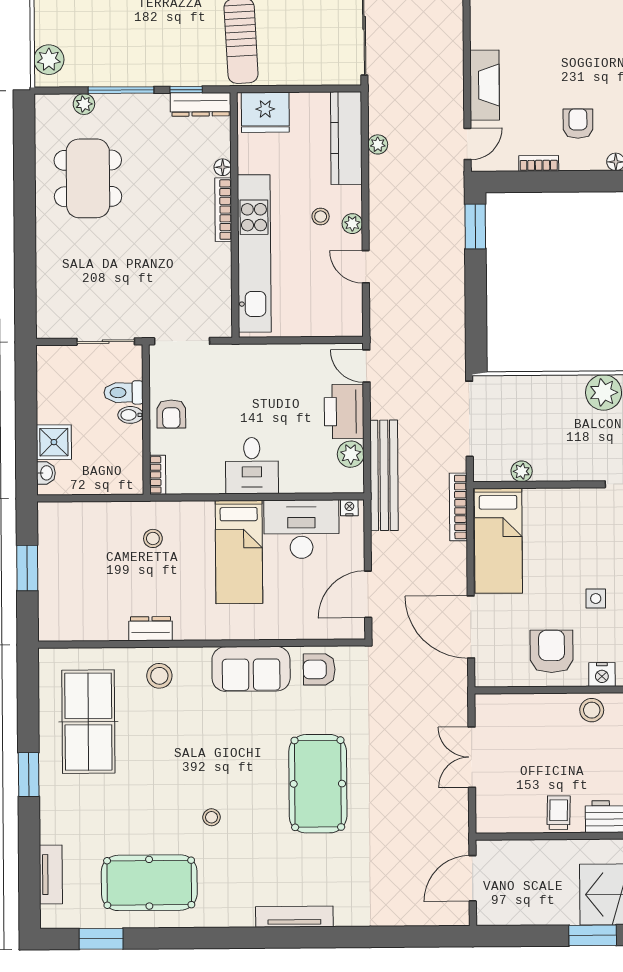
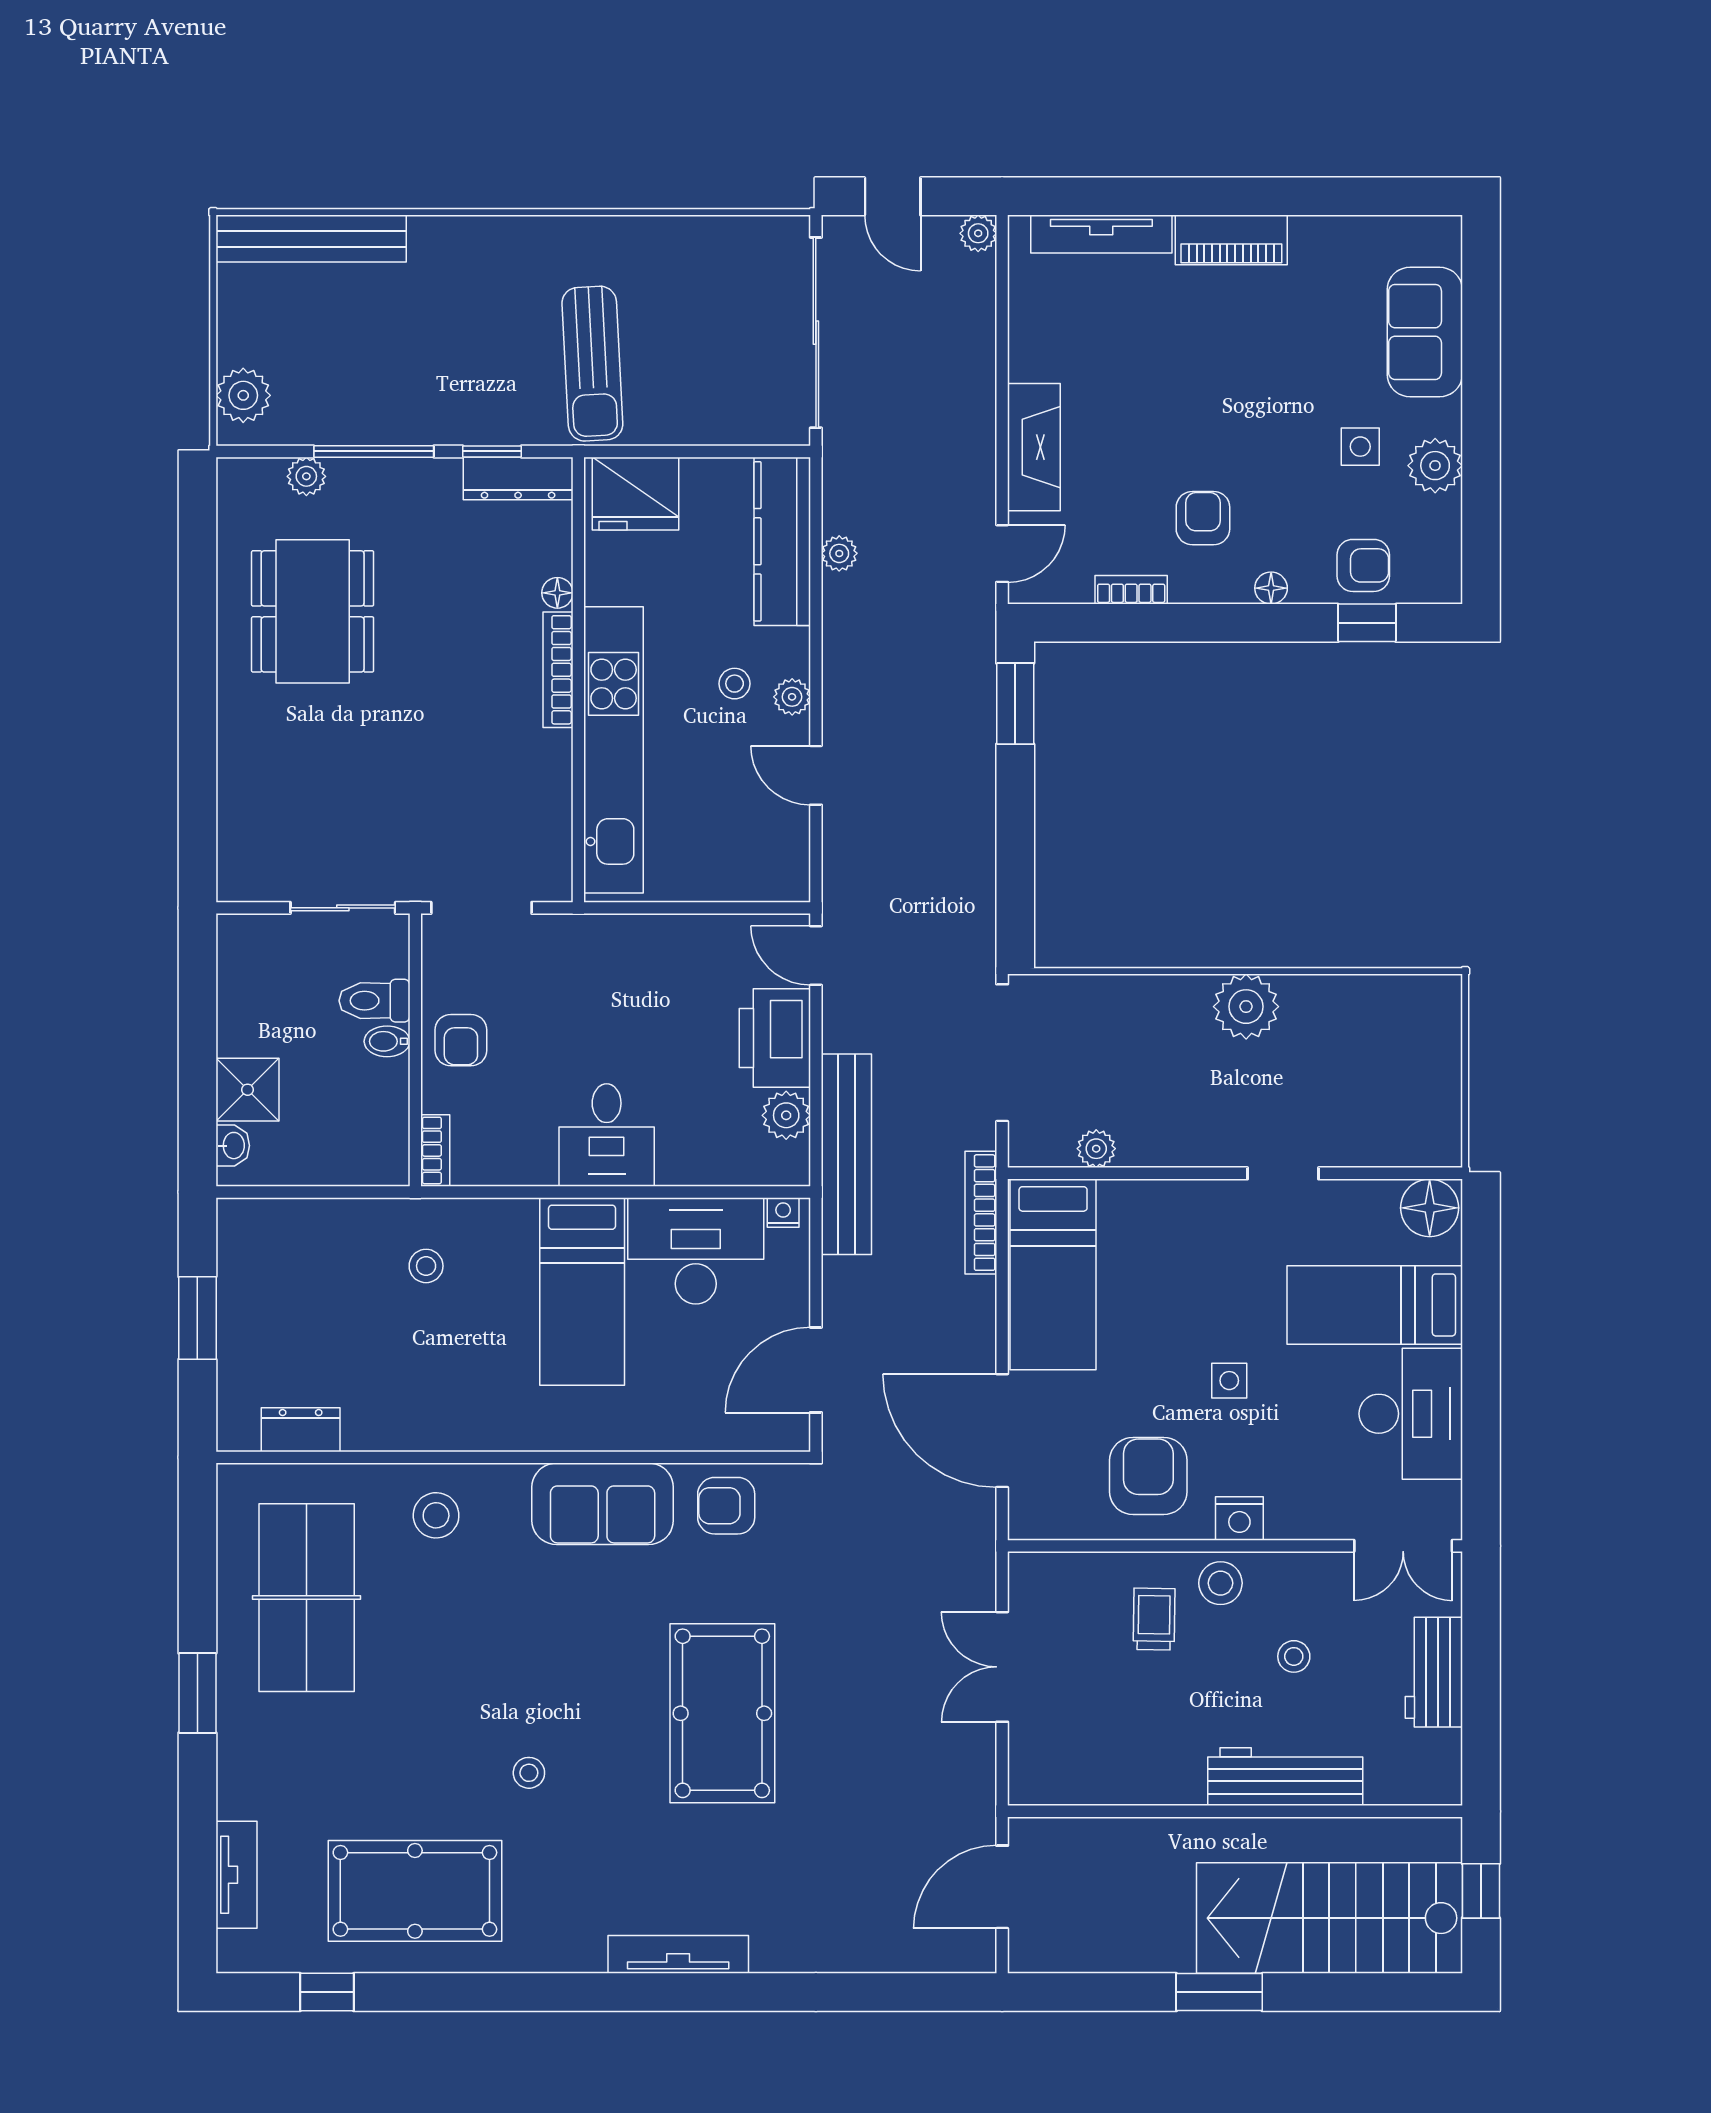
dresser: (151, 629) -> (301, 1430), moved
trolley: (559, 813) -> (1154, 1619), moved
window: (101, 939) -> (327, 1992), width x0.67

